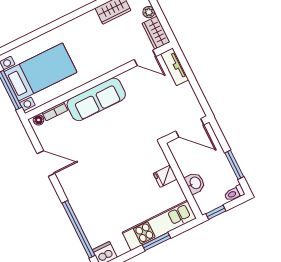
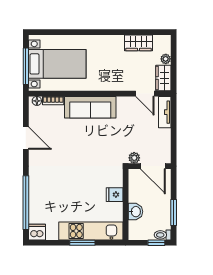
plant: (167, 129) -> (134, 158), added
window: (216, 212) -> (156, 243), moved

